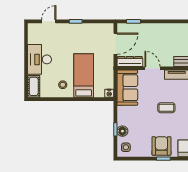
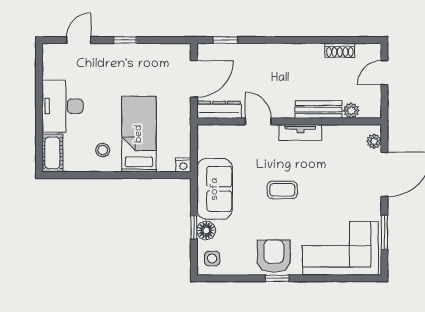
sofa: (127, 88) -> (215, 189), moved

